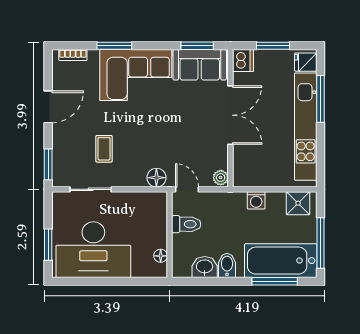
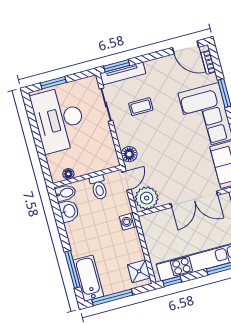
door: (48, 107) -> (186, 47), moved
tv unit: (59, 160) -> (123, 74), added
window: (320, 167) -> (172, 281), added
plant: (221, 178) -> (147, 198), width x1.88, depth x1.88
washing machine: (256, 200) -> (128, 221), moved
bathtub: (281, 261) -> (88, 278), width x0.73, depth x0.73
bidet: (227, 265) -> (65, 193), moved

